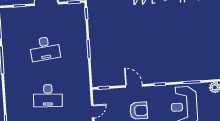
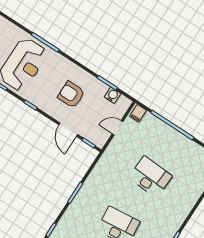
door: (134, 86) -> (68, 130), moved

